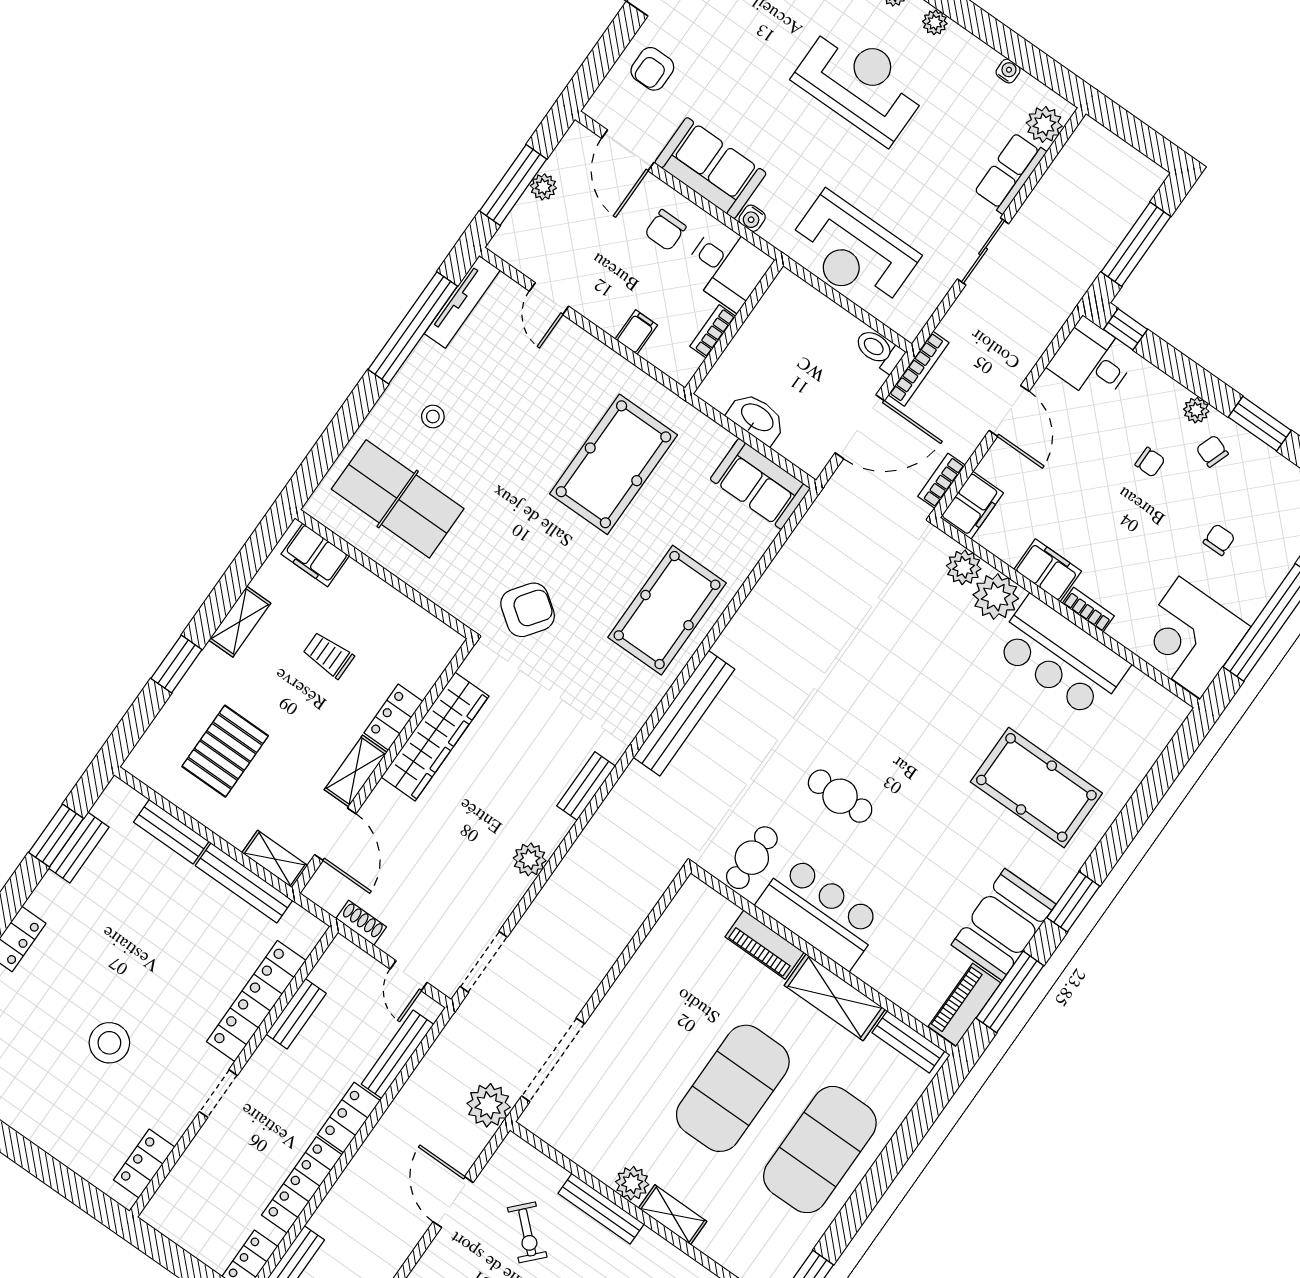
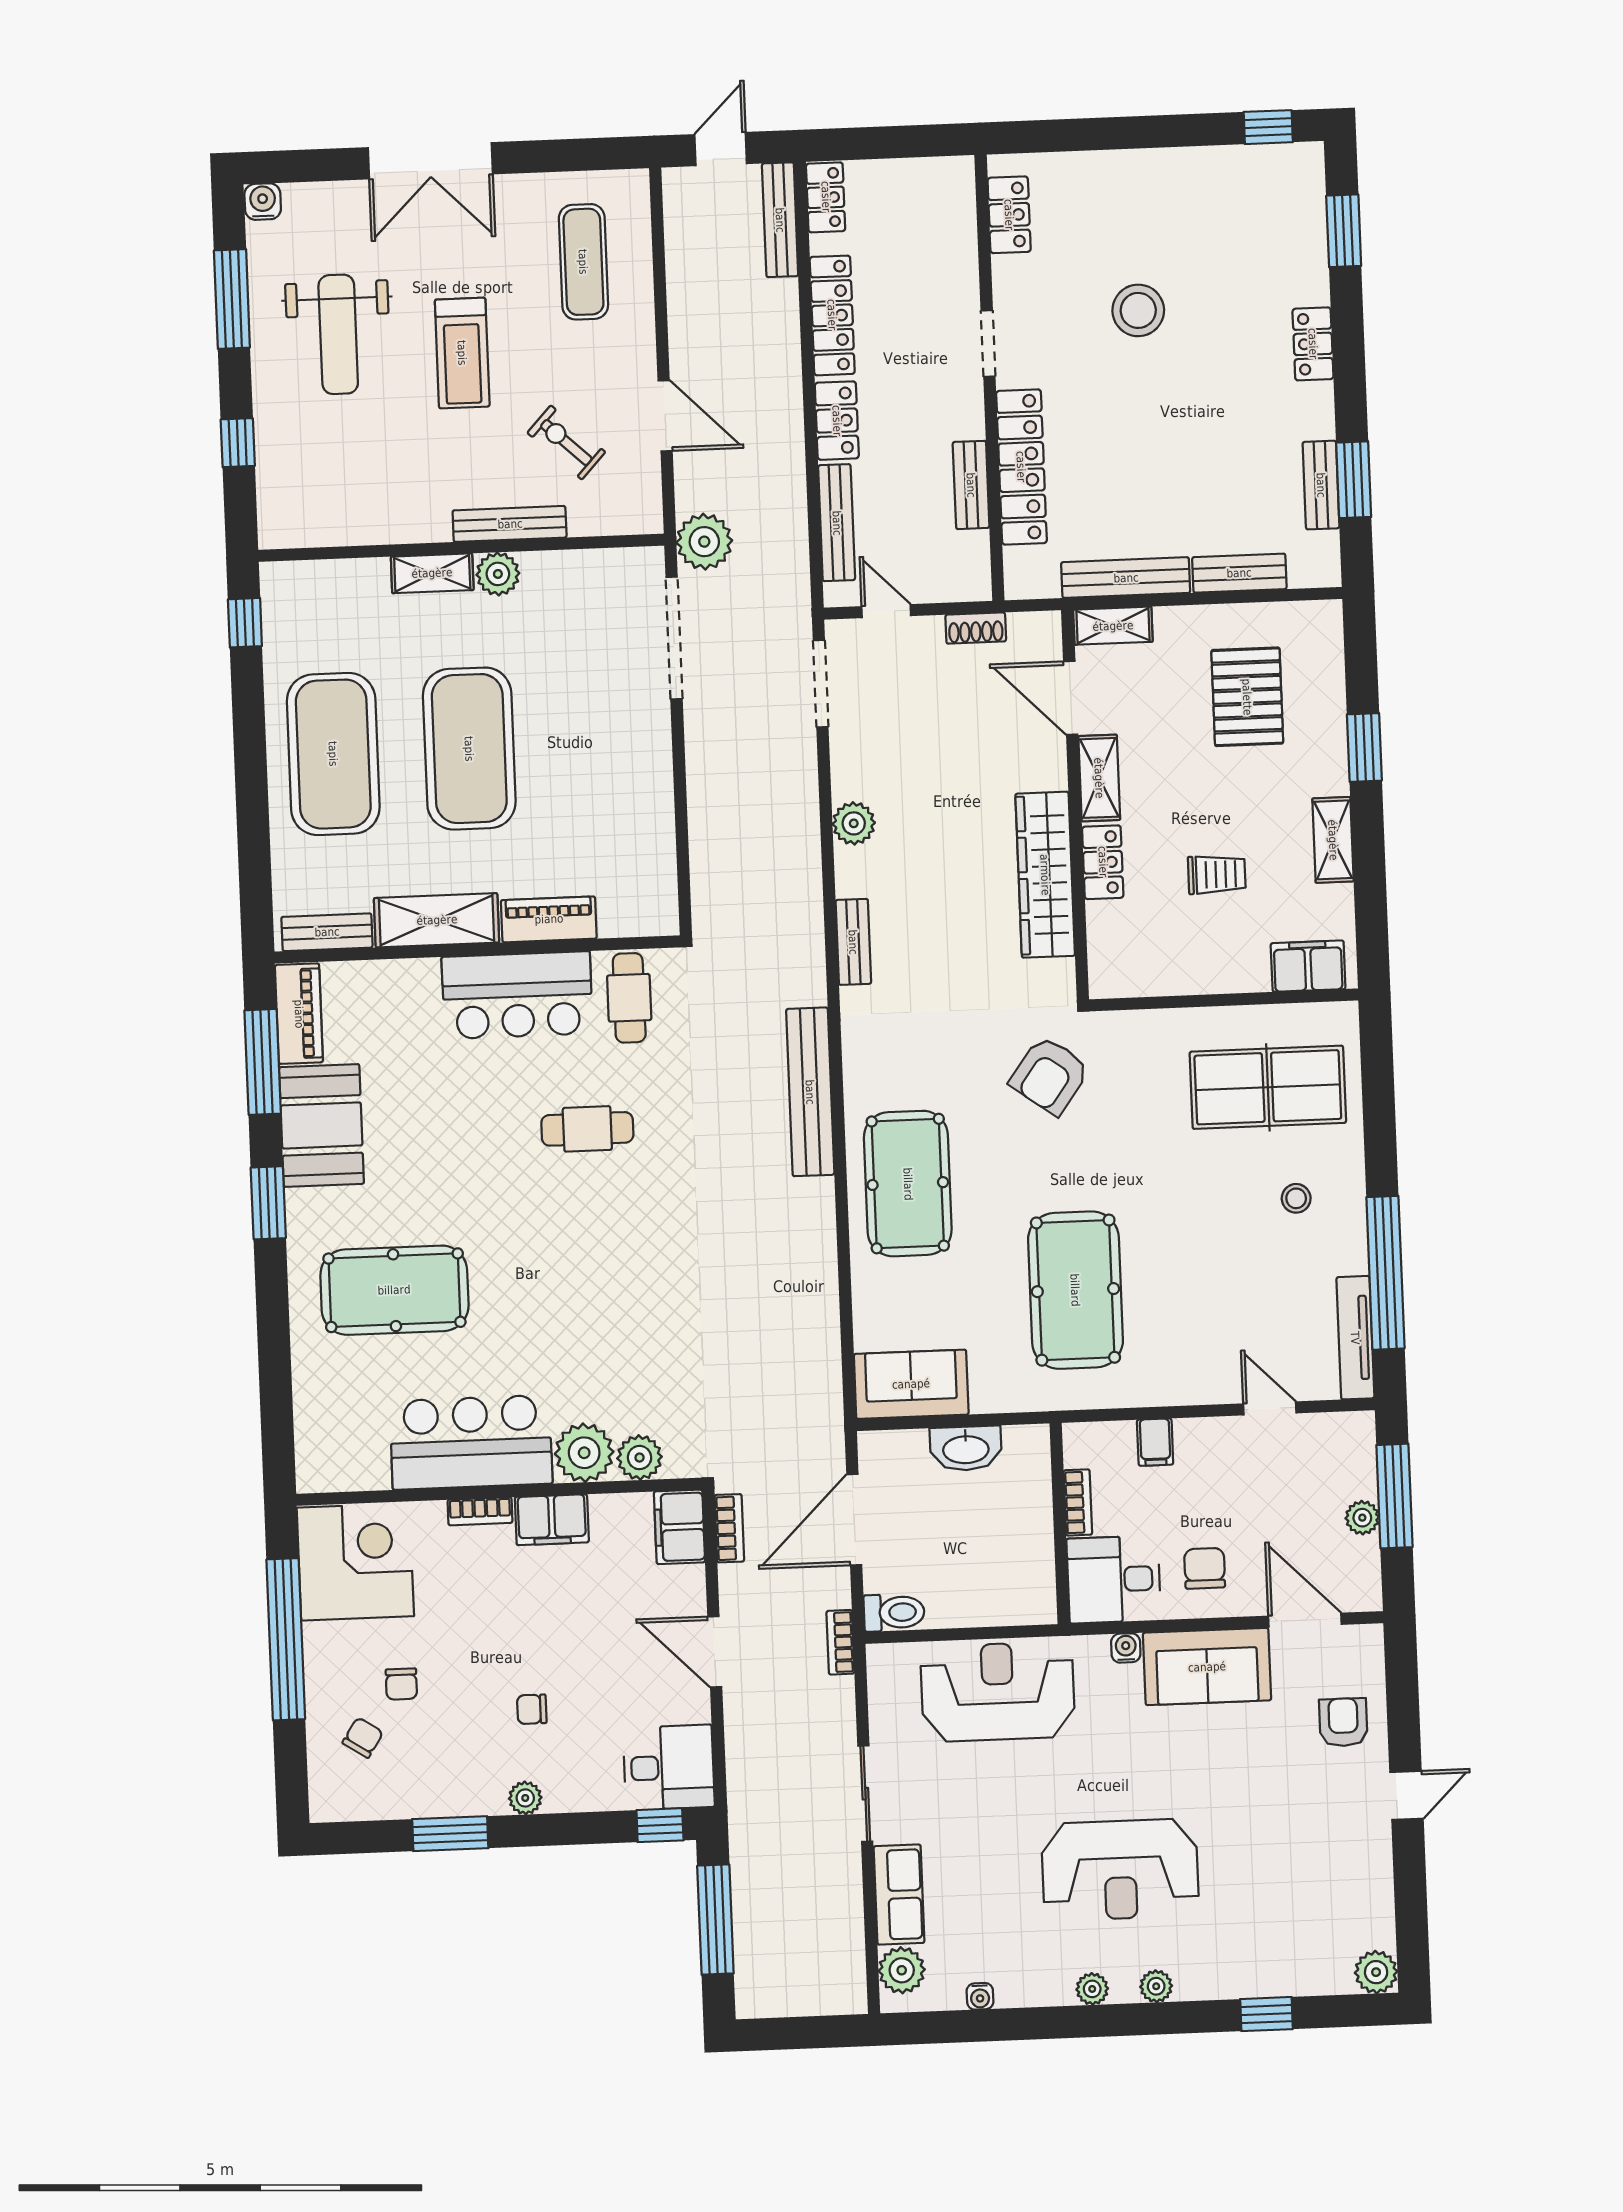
bookcase: (919, 369) -> (840, 1642), width x0.64
chair: (1212, 451) -> (363, 1738), moved, turned -77

